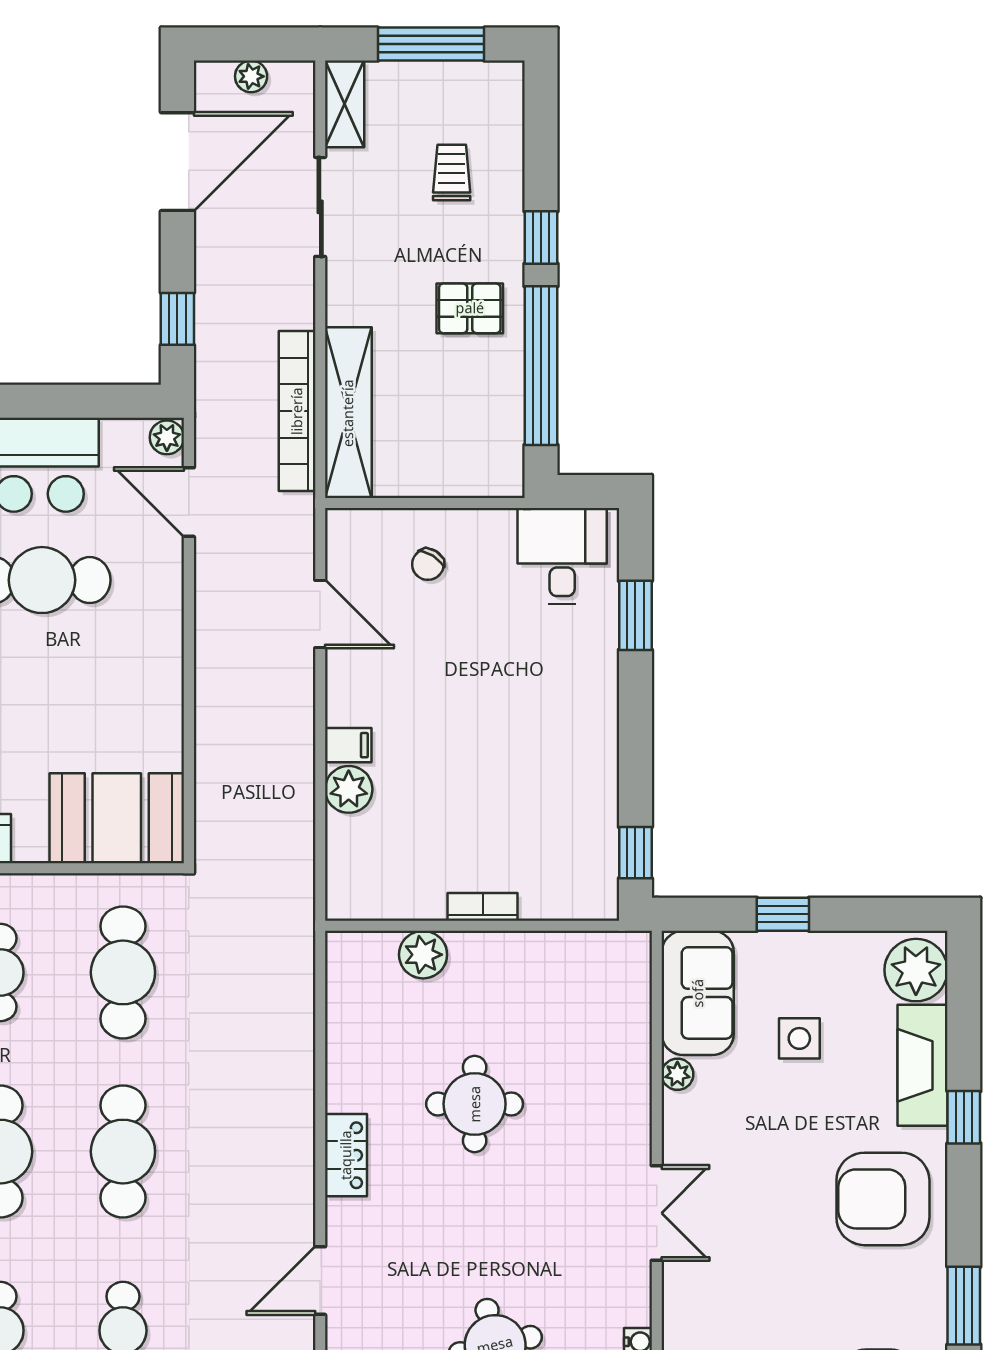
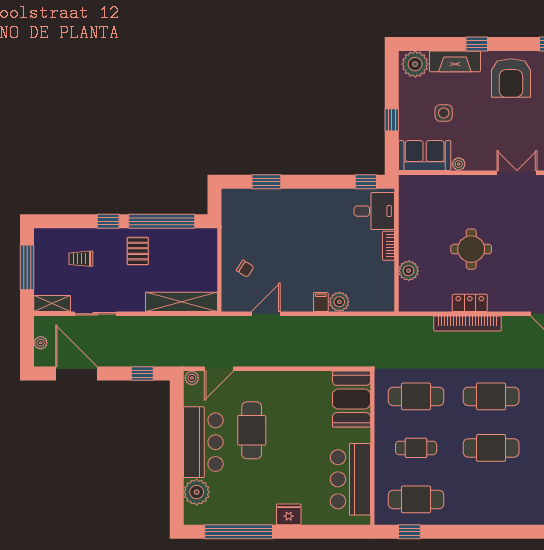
bookcase: (297, 411) -> (467, 323), moved
desk: (562, 556) -> (374, 211), moved, turned 180
locker: (346, 1155) -> (470, 303), moved

